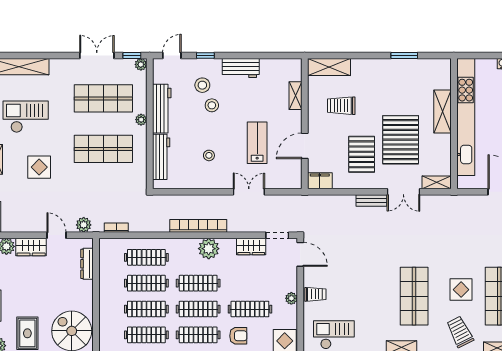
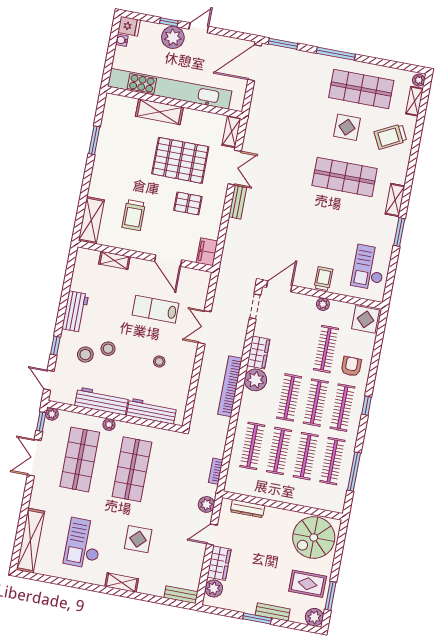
pallet: (362, 154) -> (188, 203), width x0.67, depth x0.71
wardrobe: (251, 247) -> (258, 352), moved

